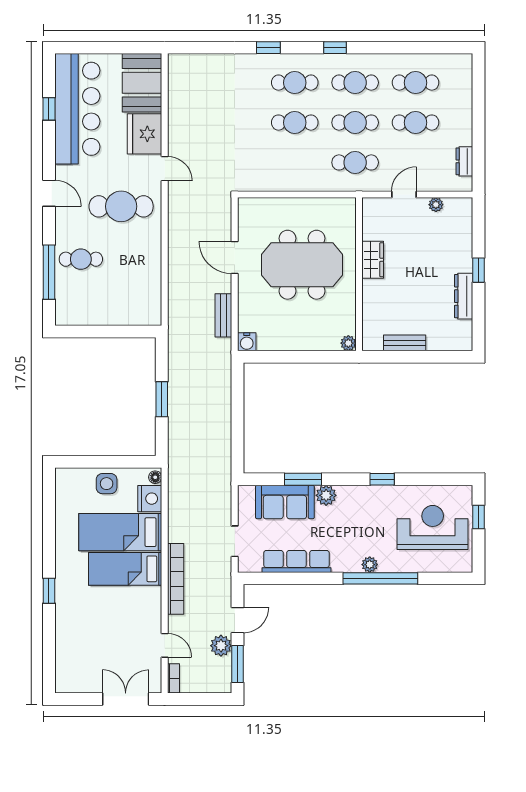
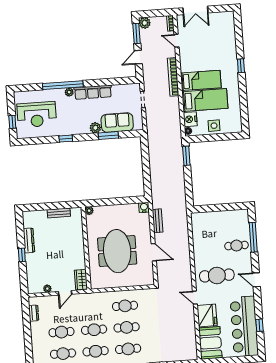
cafe table: (355, 162) -> (125, 306), moved
wardrobe: (373, 260) -> (81, 280), moved
meeting table: (302, 265) -> (117, 251), turned 90
window: (162, 399) -> (186, 156), moved
row of seats: (296, 561) -> (93, 92), moved
plant: (221, 646) -> (145, 23), moved

